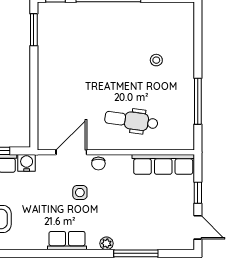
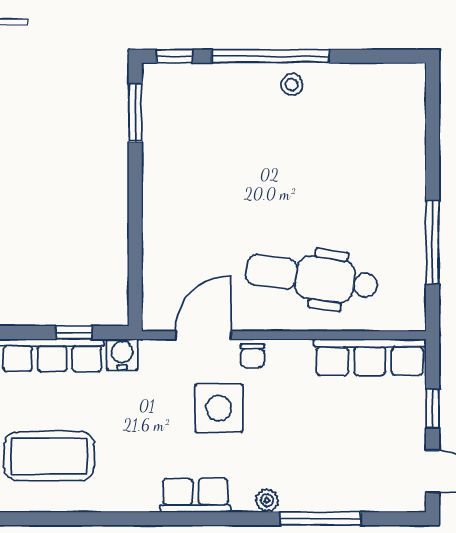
stool: (156, 60) -> (292, 84), moved
dental chair: (131, 120) -> (312, 278), width x1.36, depth x1.38
side table: (80, 193) -> (219, 408), width x1.87, depth x1.87

